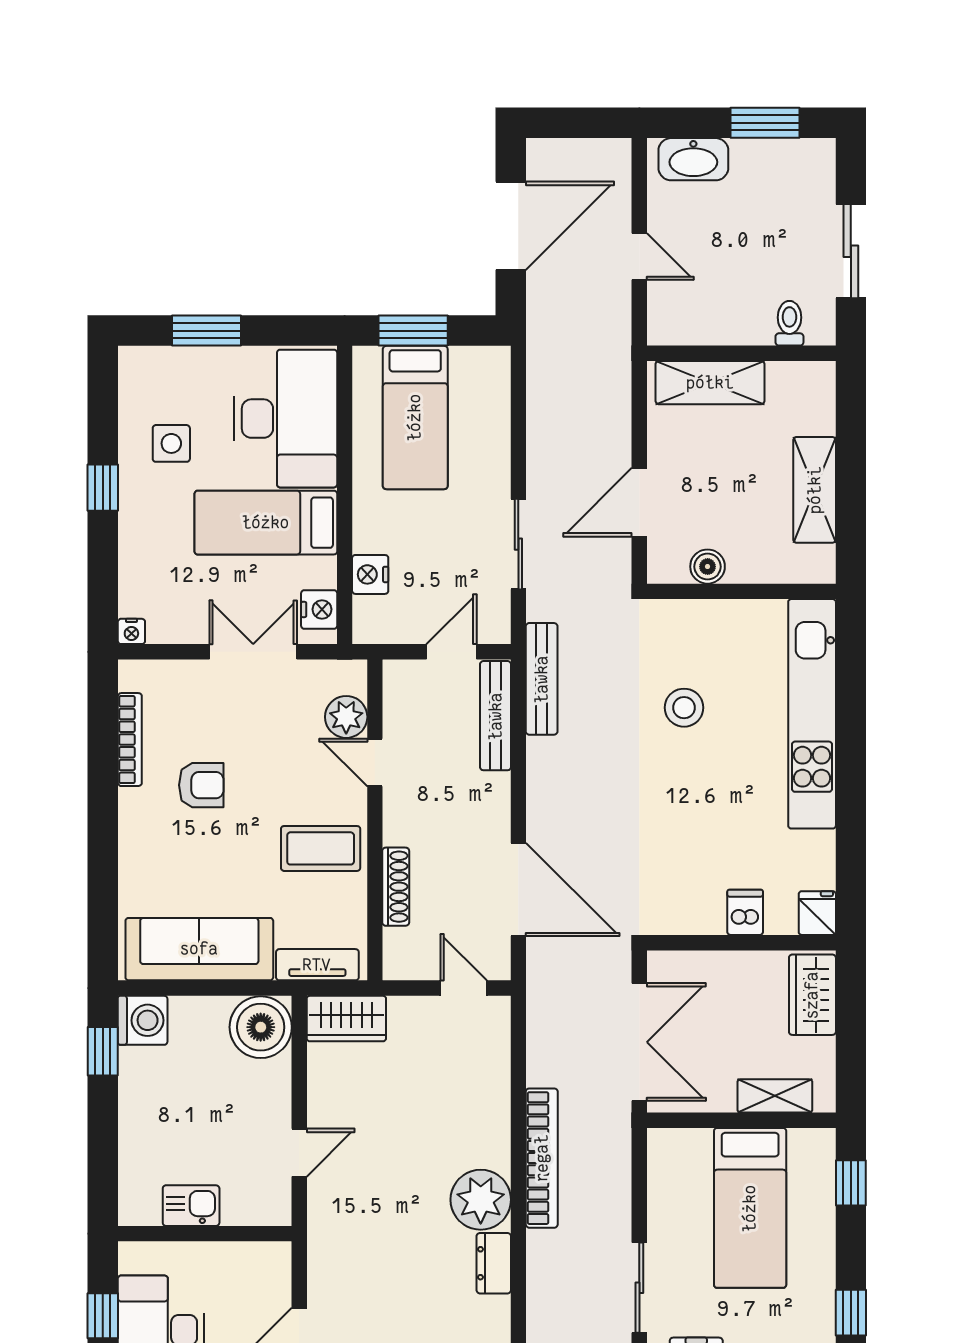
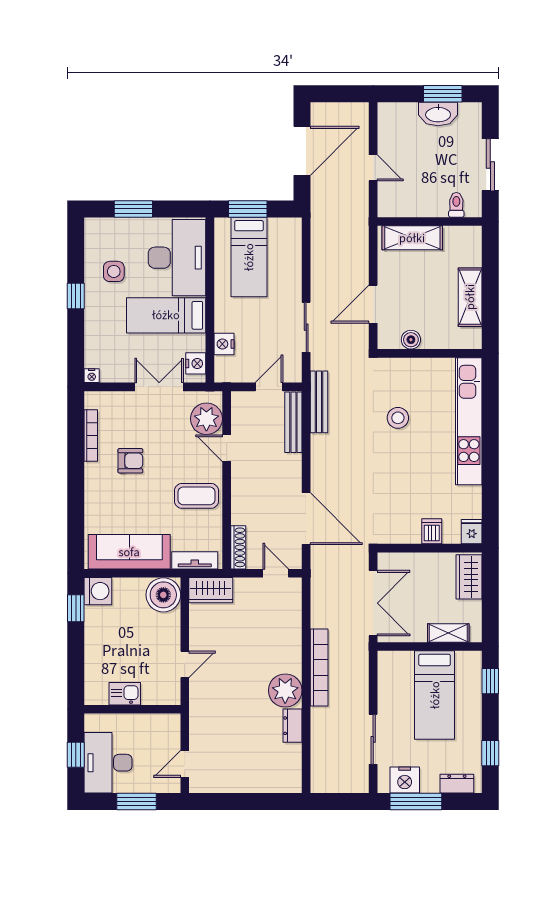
washbasin: (693, 159) -> (438, 114), moved
plant: (346, 717) -> (206, 419), width x1.36, depth x1.36
shoe rack: (396, 887) -> (238, 547), moved

